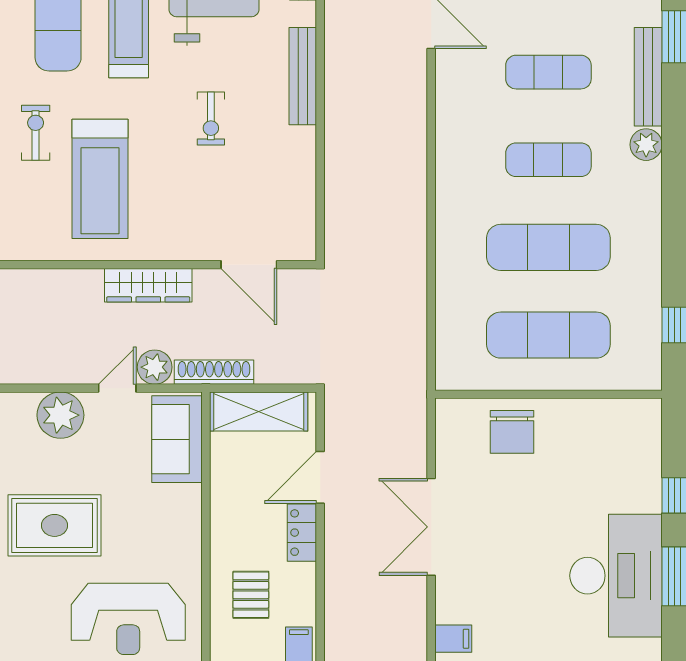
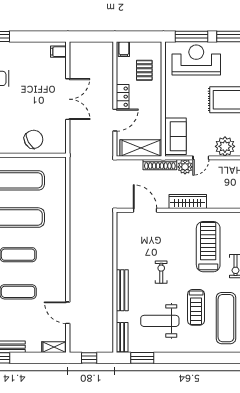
chair: (512, 432) -> (34, 139), turned 60

